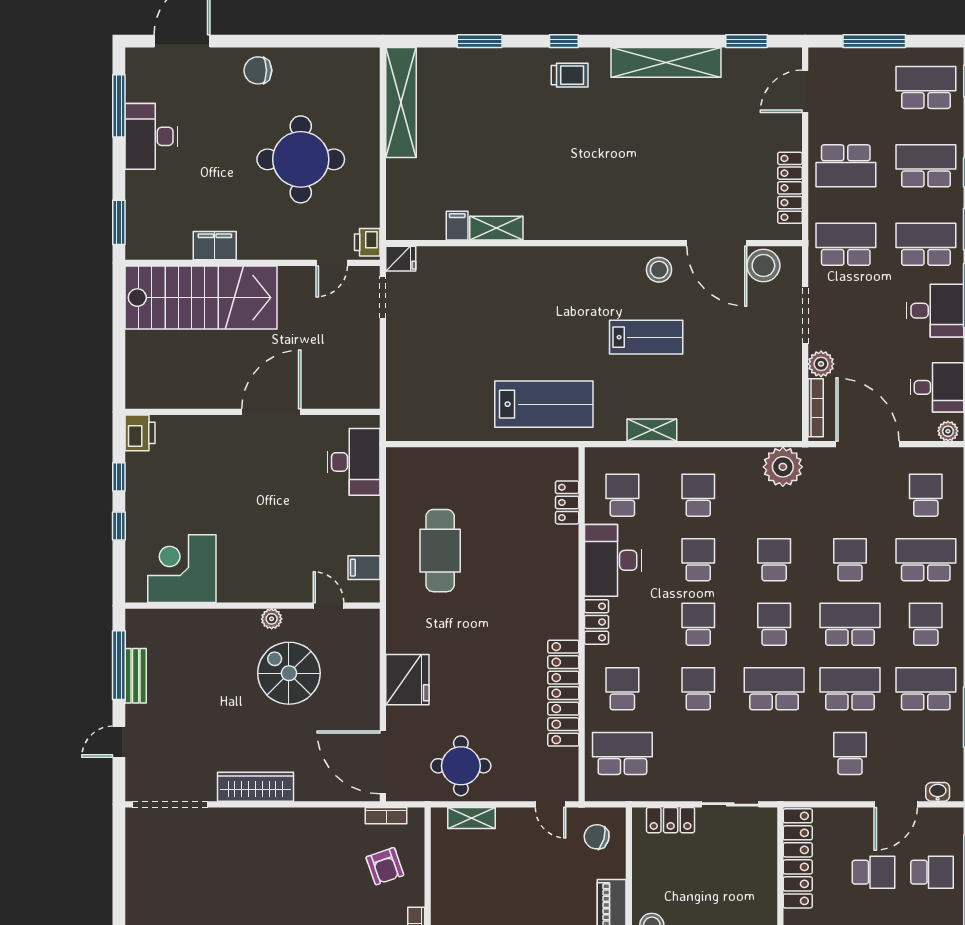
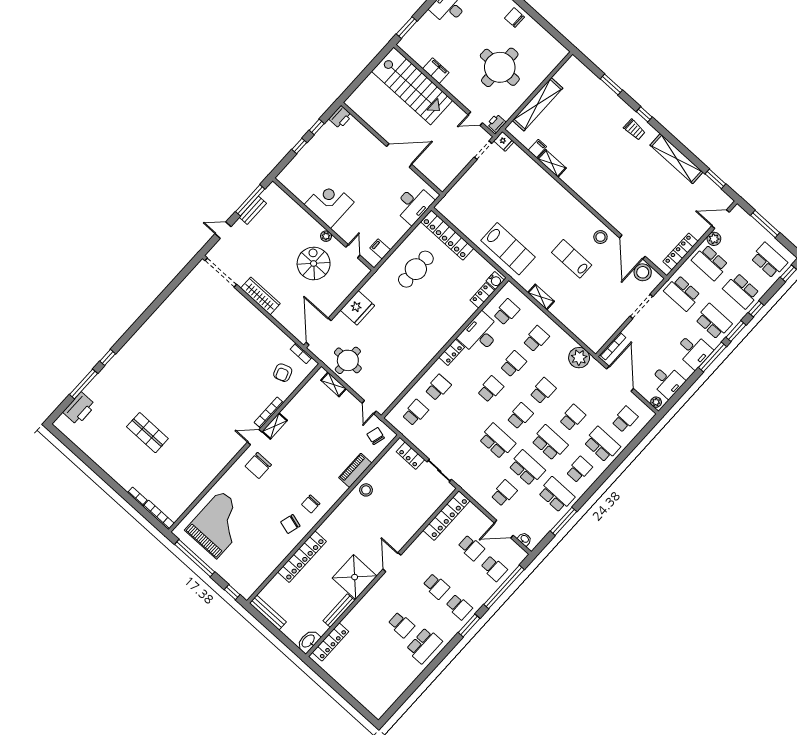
shelving: (401, 103) -> (538, 104), moved
school desk: (926, 166) -> (741, 291), turned 180
school desk: (846, 244) -> (682, 293), turned 180
lab bench: (646, 337) -> (572, 259), turned 180
plant: (821, 364) -> (714, 239), moved
water cooler: (566, 465) -> (495, 280), added
corner desk: (182, 569) -> (329, 203), moved
school desk: (698, 689) -> (468, 414), removed
locker: (563, 693) -> (447, 235), moved, turned -90
school desk: (622, 753) -> (415, 413), width x0.54

